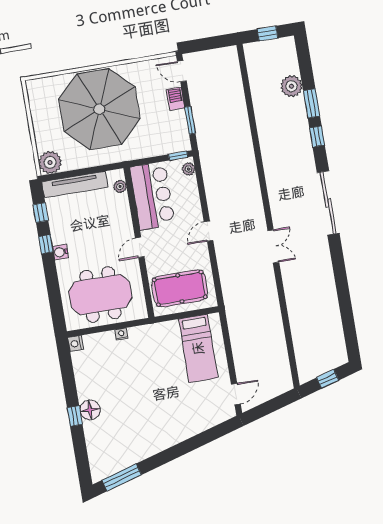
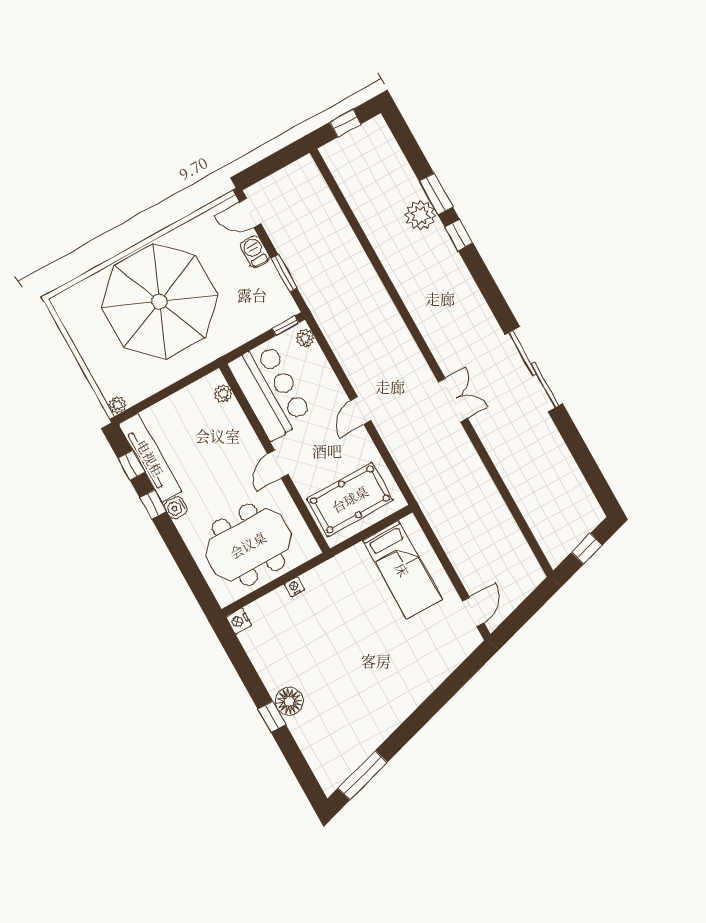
plant: (291, 86) -> (421, 215), moved
plant: (50, 162) -> (117, 405), width x0.53, depth x0.53
tv unit: (75, 185) -> (150, 458), moved, turned -90
sliding door: (328, 203) -> (534, 369), moved

